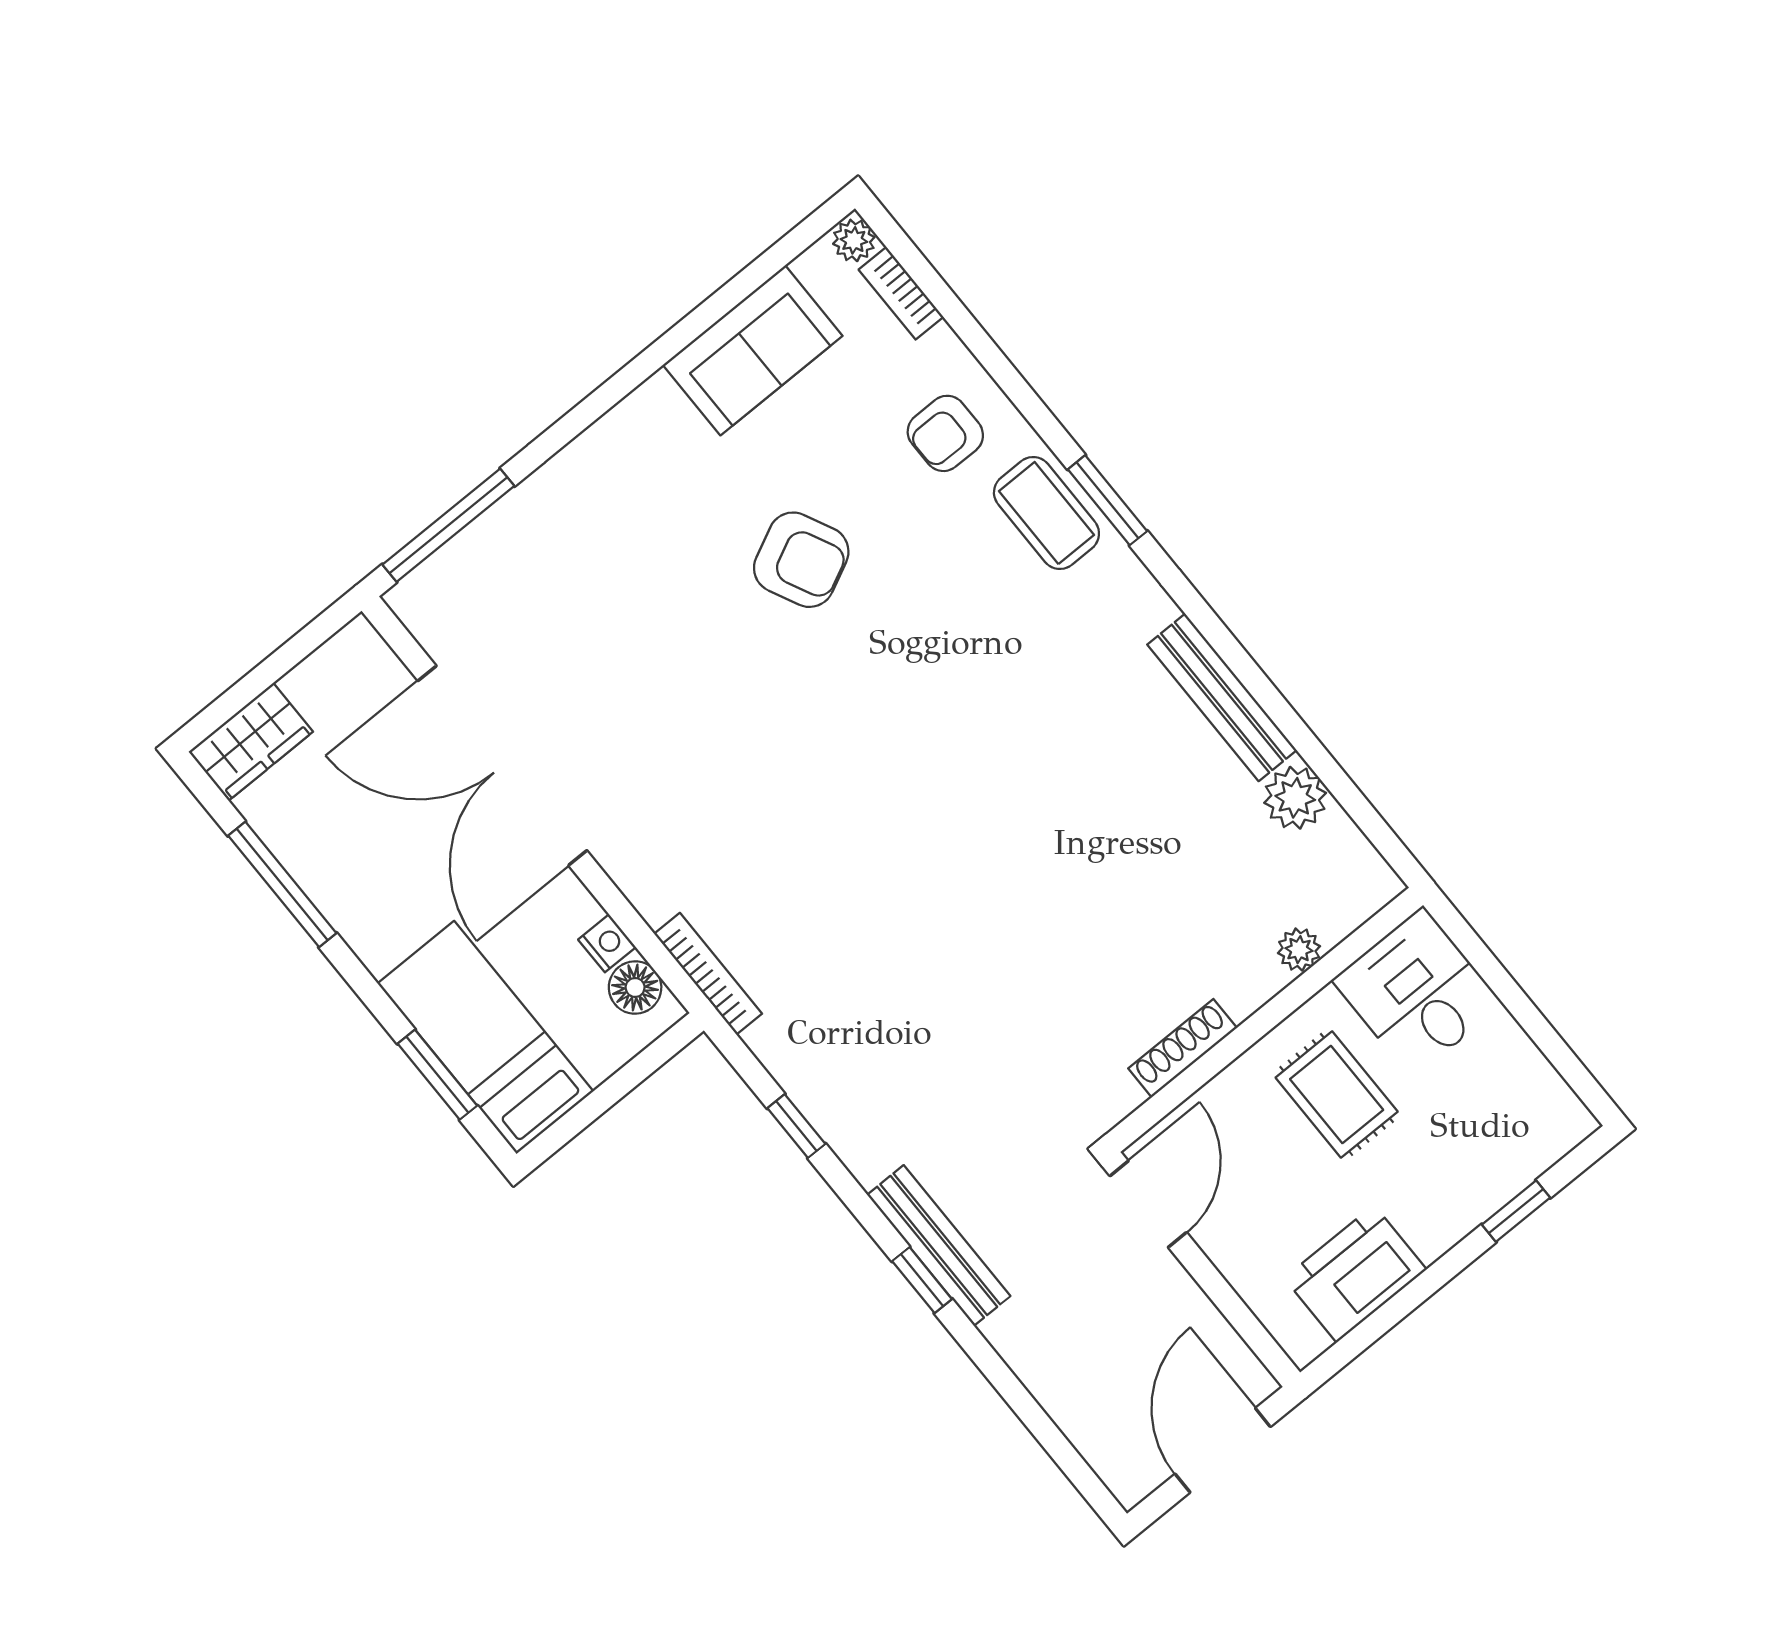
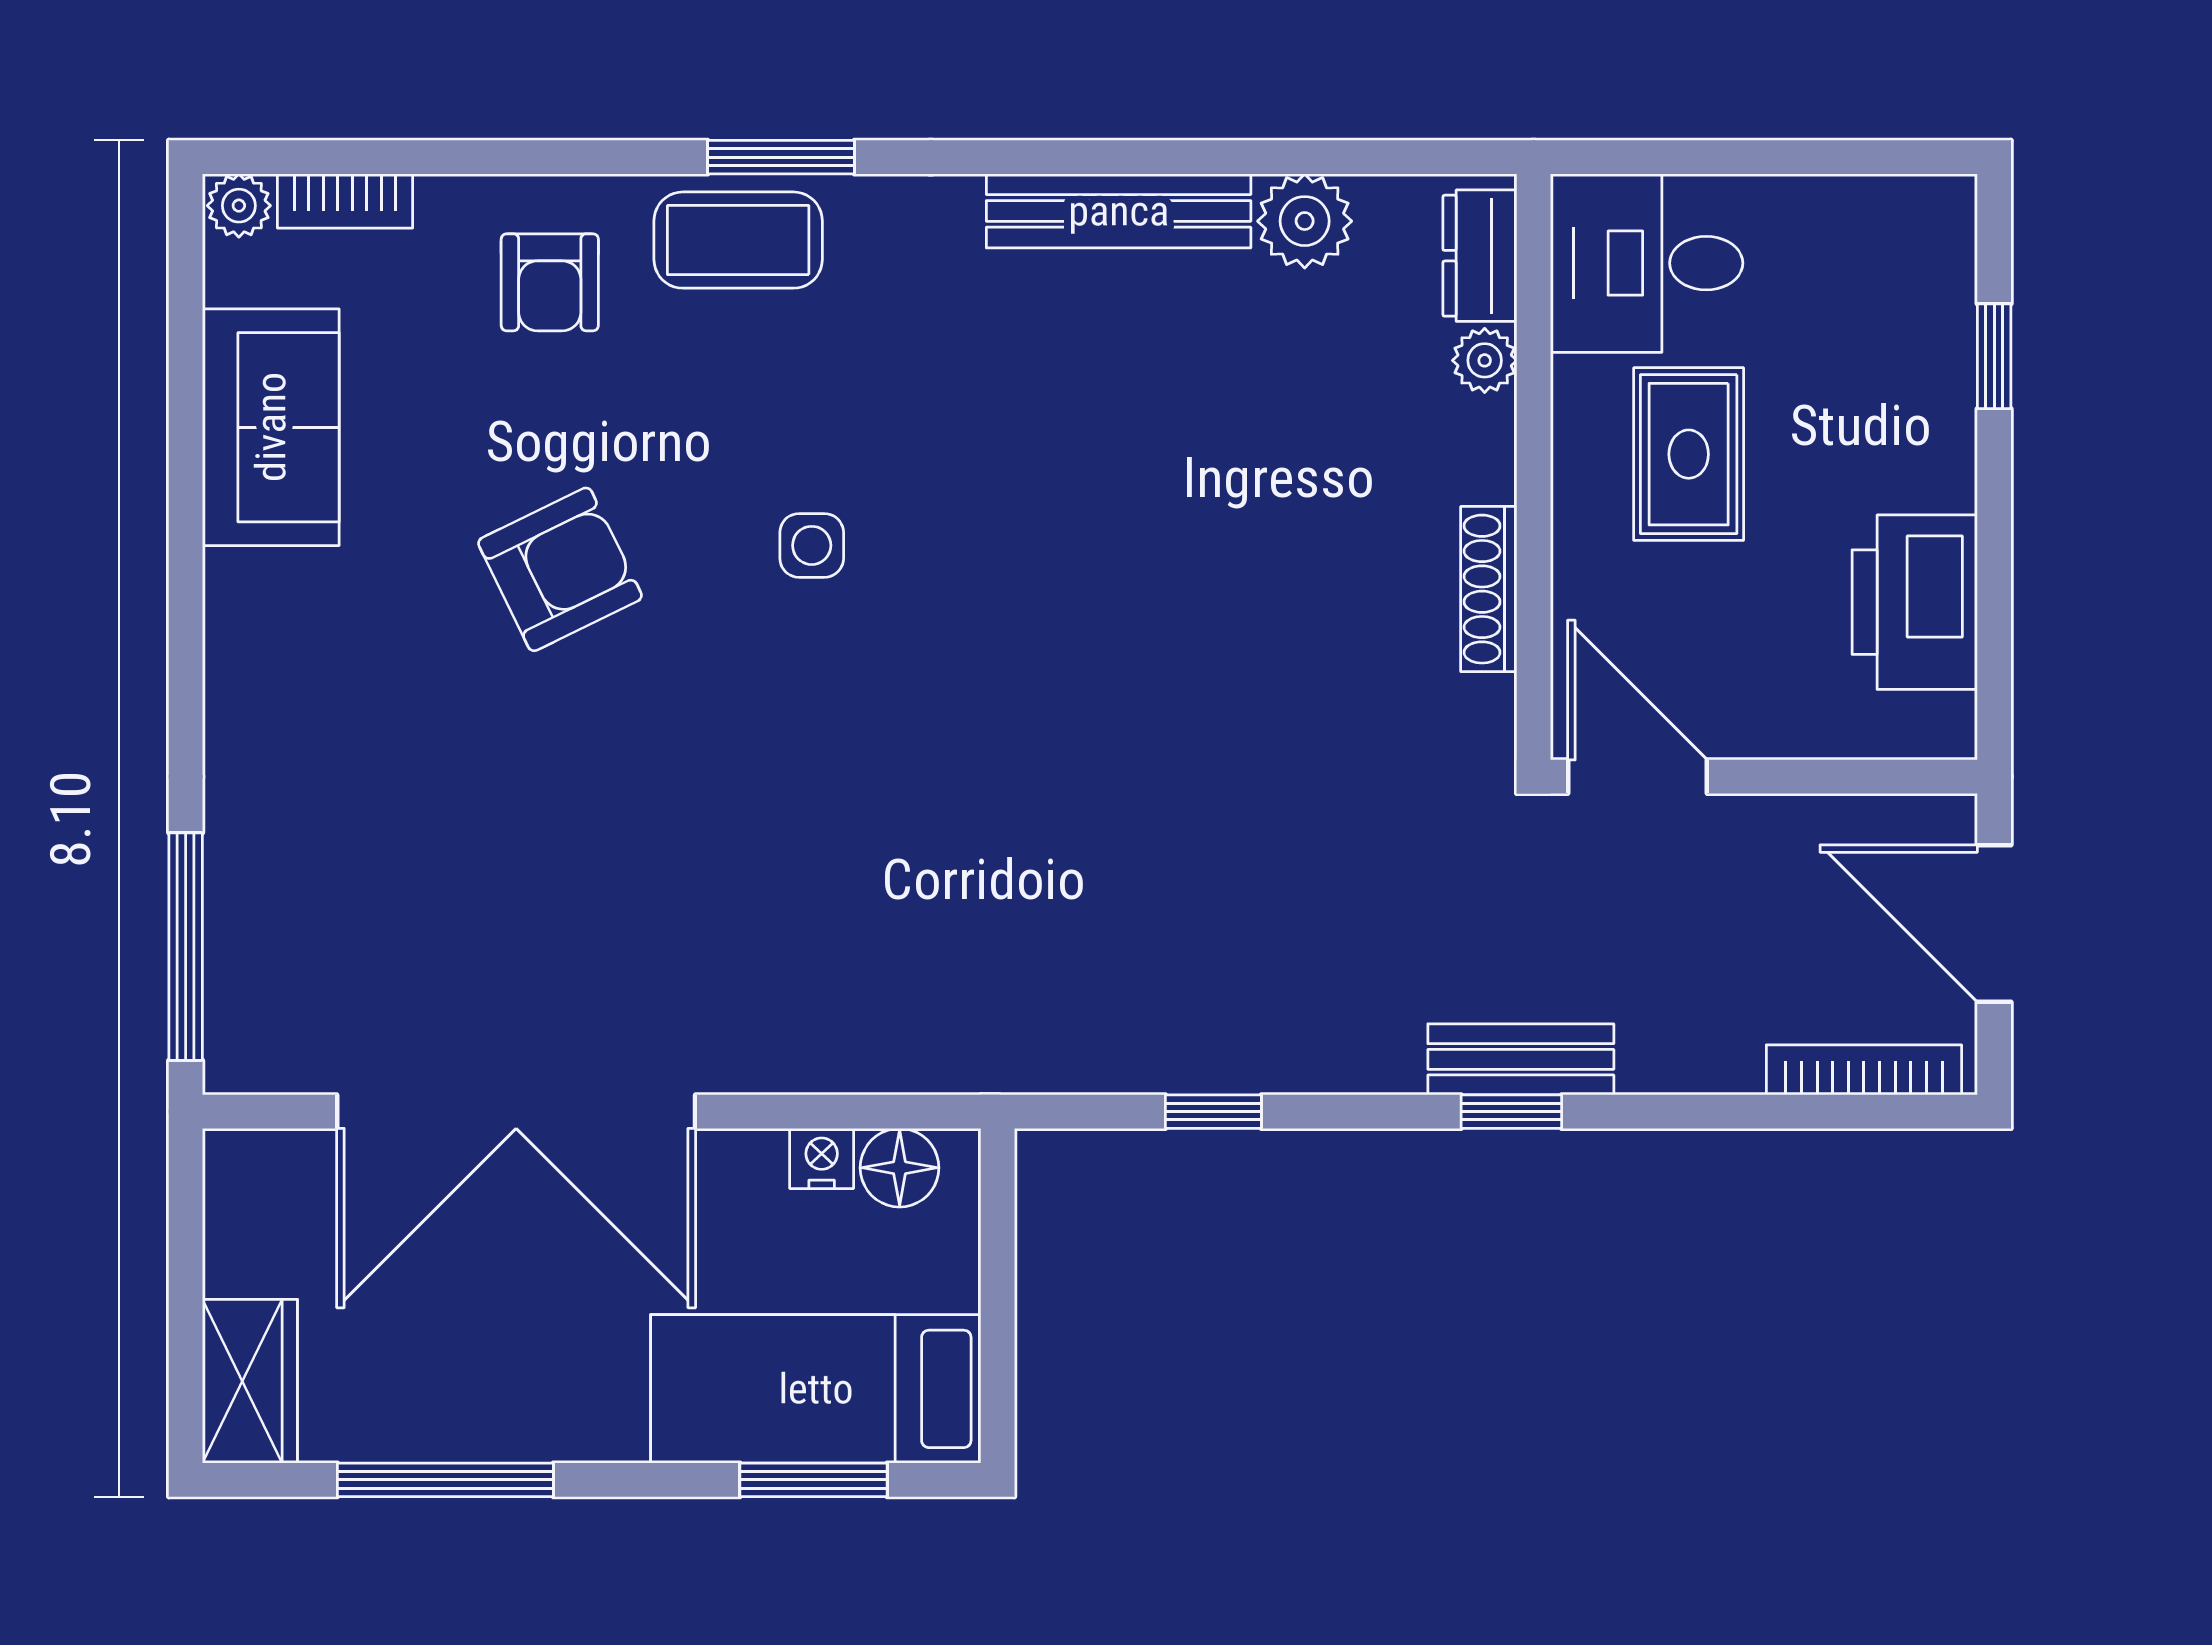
side table: (920, 680) -> (812, 545), added
dresser: (1351, 903) -> (1480, 256), added
bookcase: (708, 974) -> (1864, 1070), moved
rug: (1337, 1095) -> (1689, 454), turned 90
bench: (939, 1245) -> (1521, 1059), width x0.73

